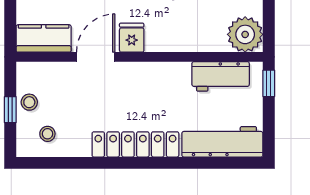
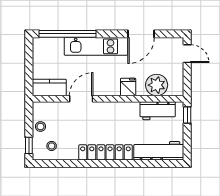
plant: (245, 34) -> (157, 85), moved
fridge: (132, 38) -> (128, 87), moved
window: (10, 110) -> (29, 145), moved

